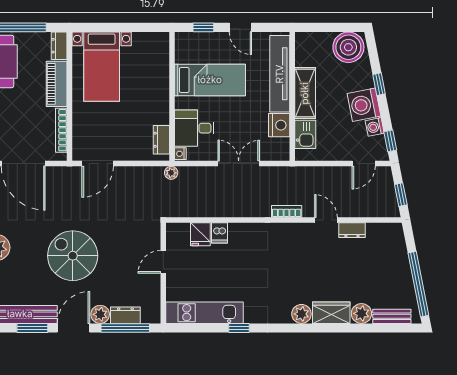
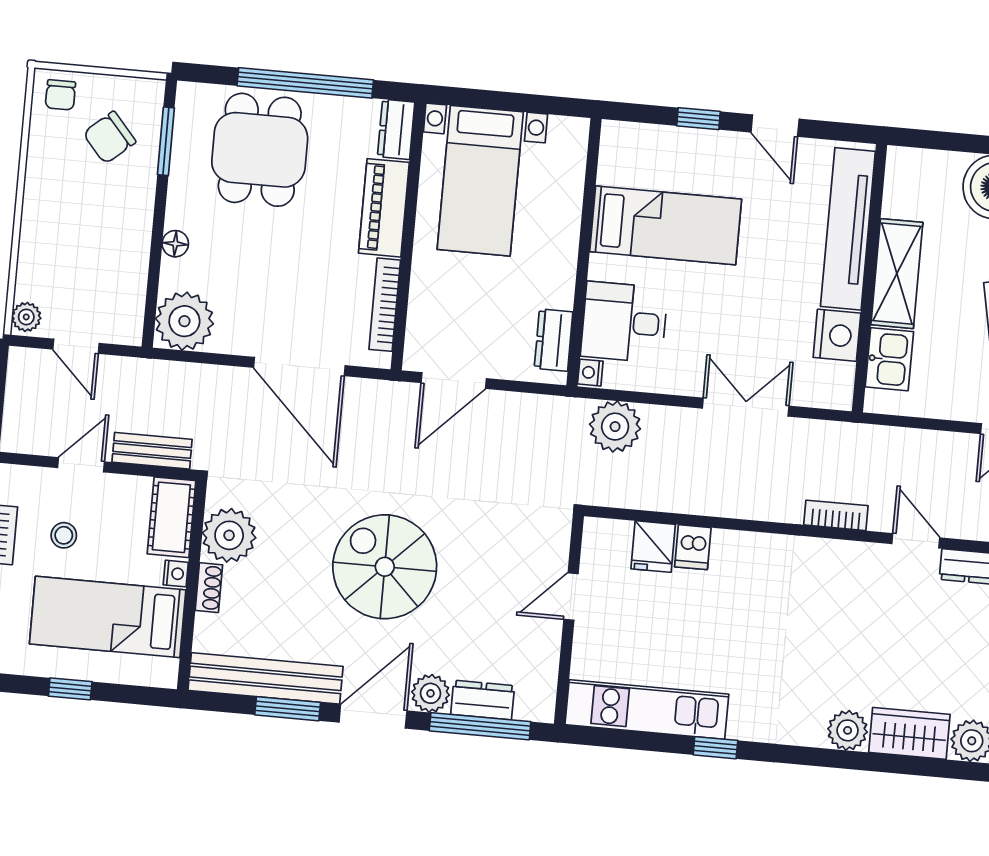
bed: (210, 80) -> (666, 225), moved
wall: (172, 96) -> (584, 252), moved
desk: (194, 128) -> (624, 322), moved
dresser: (161, 140) -> (554, 340), moved
nightstand: (180, 154) -> (590, 373), moved
plant: (171, 173) -> (615, 427), width x1.87, depth x1.87

